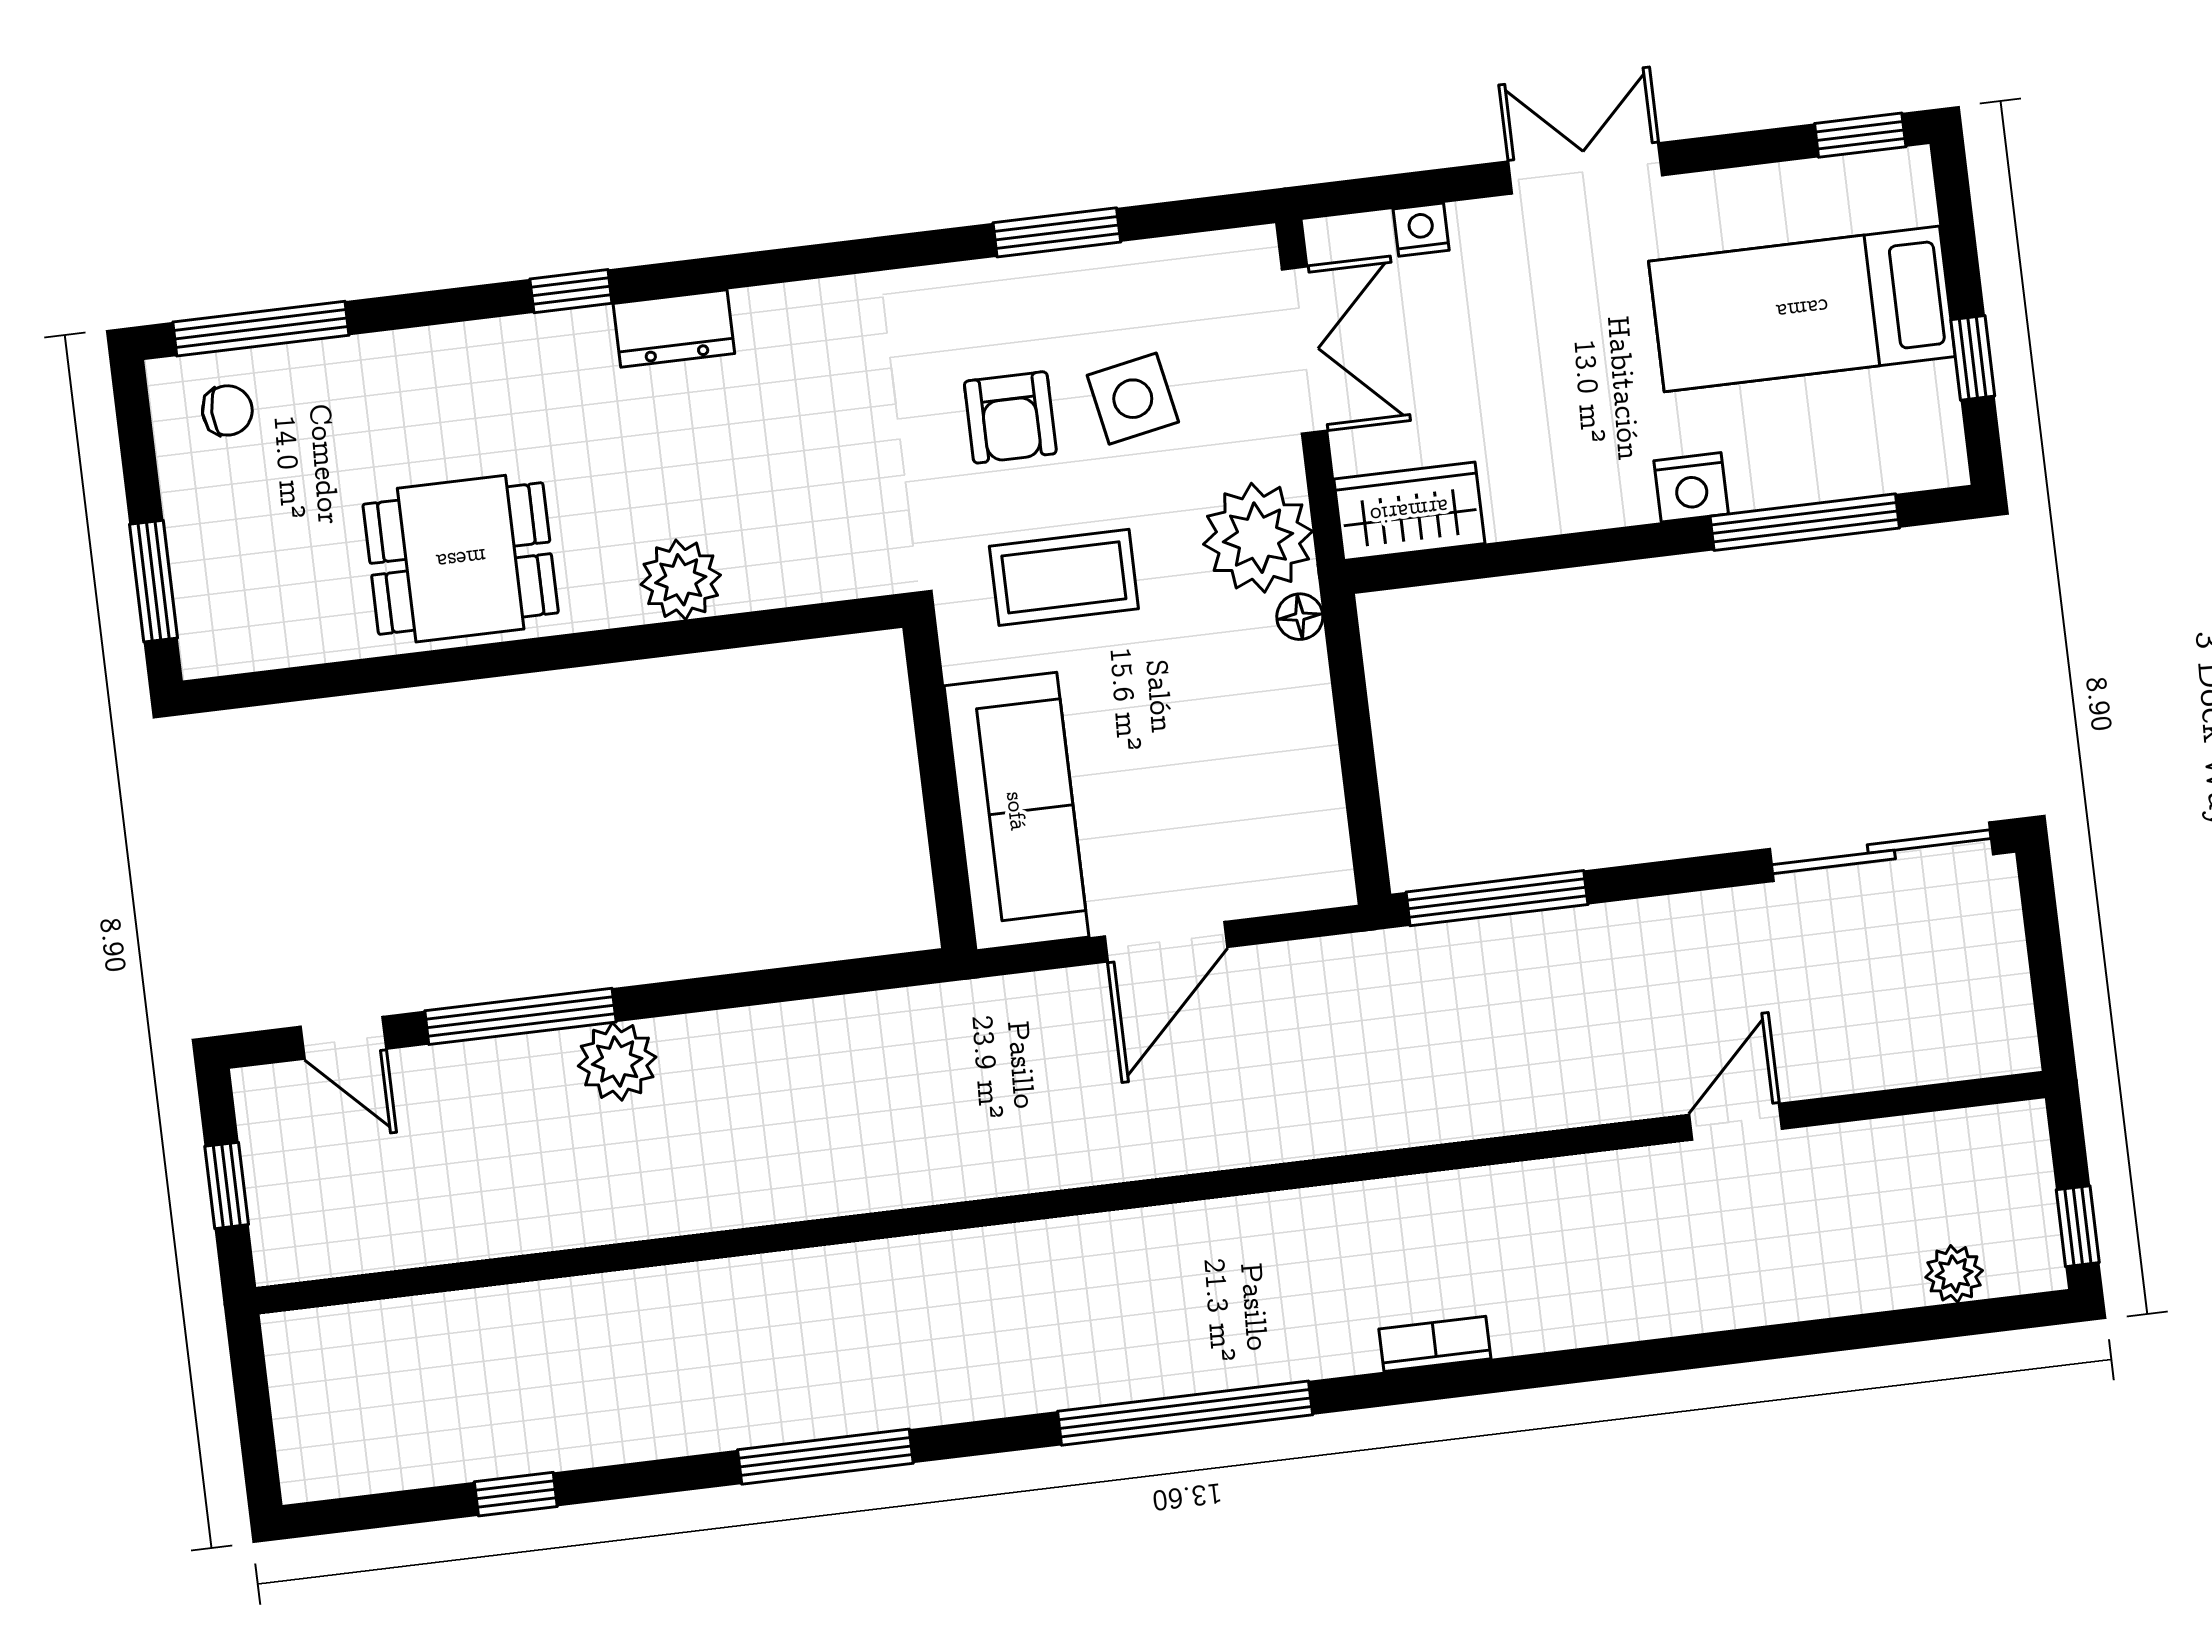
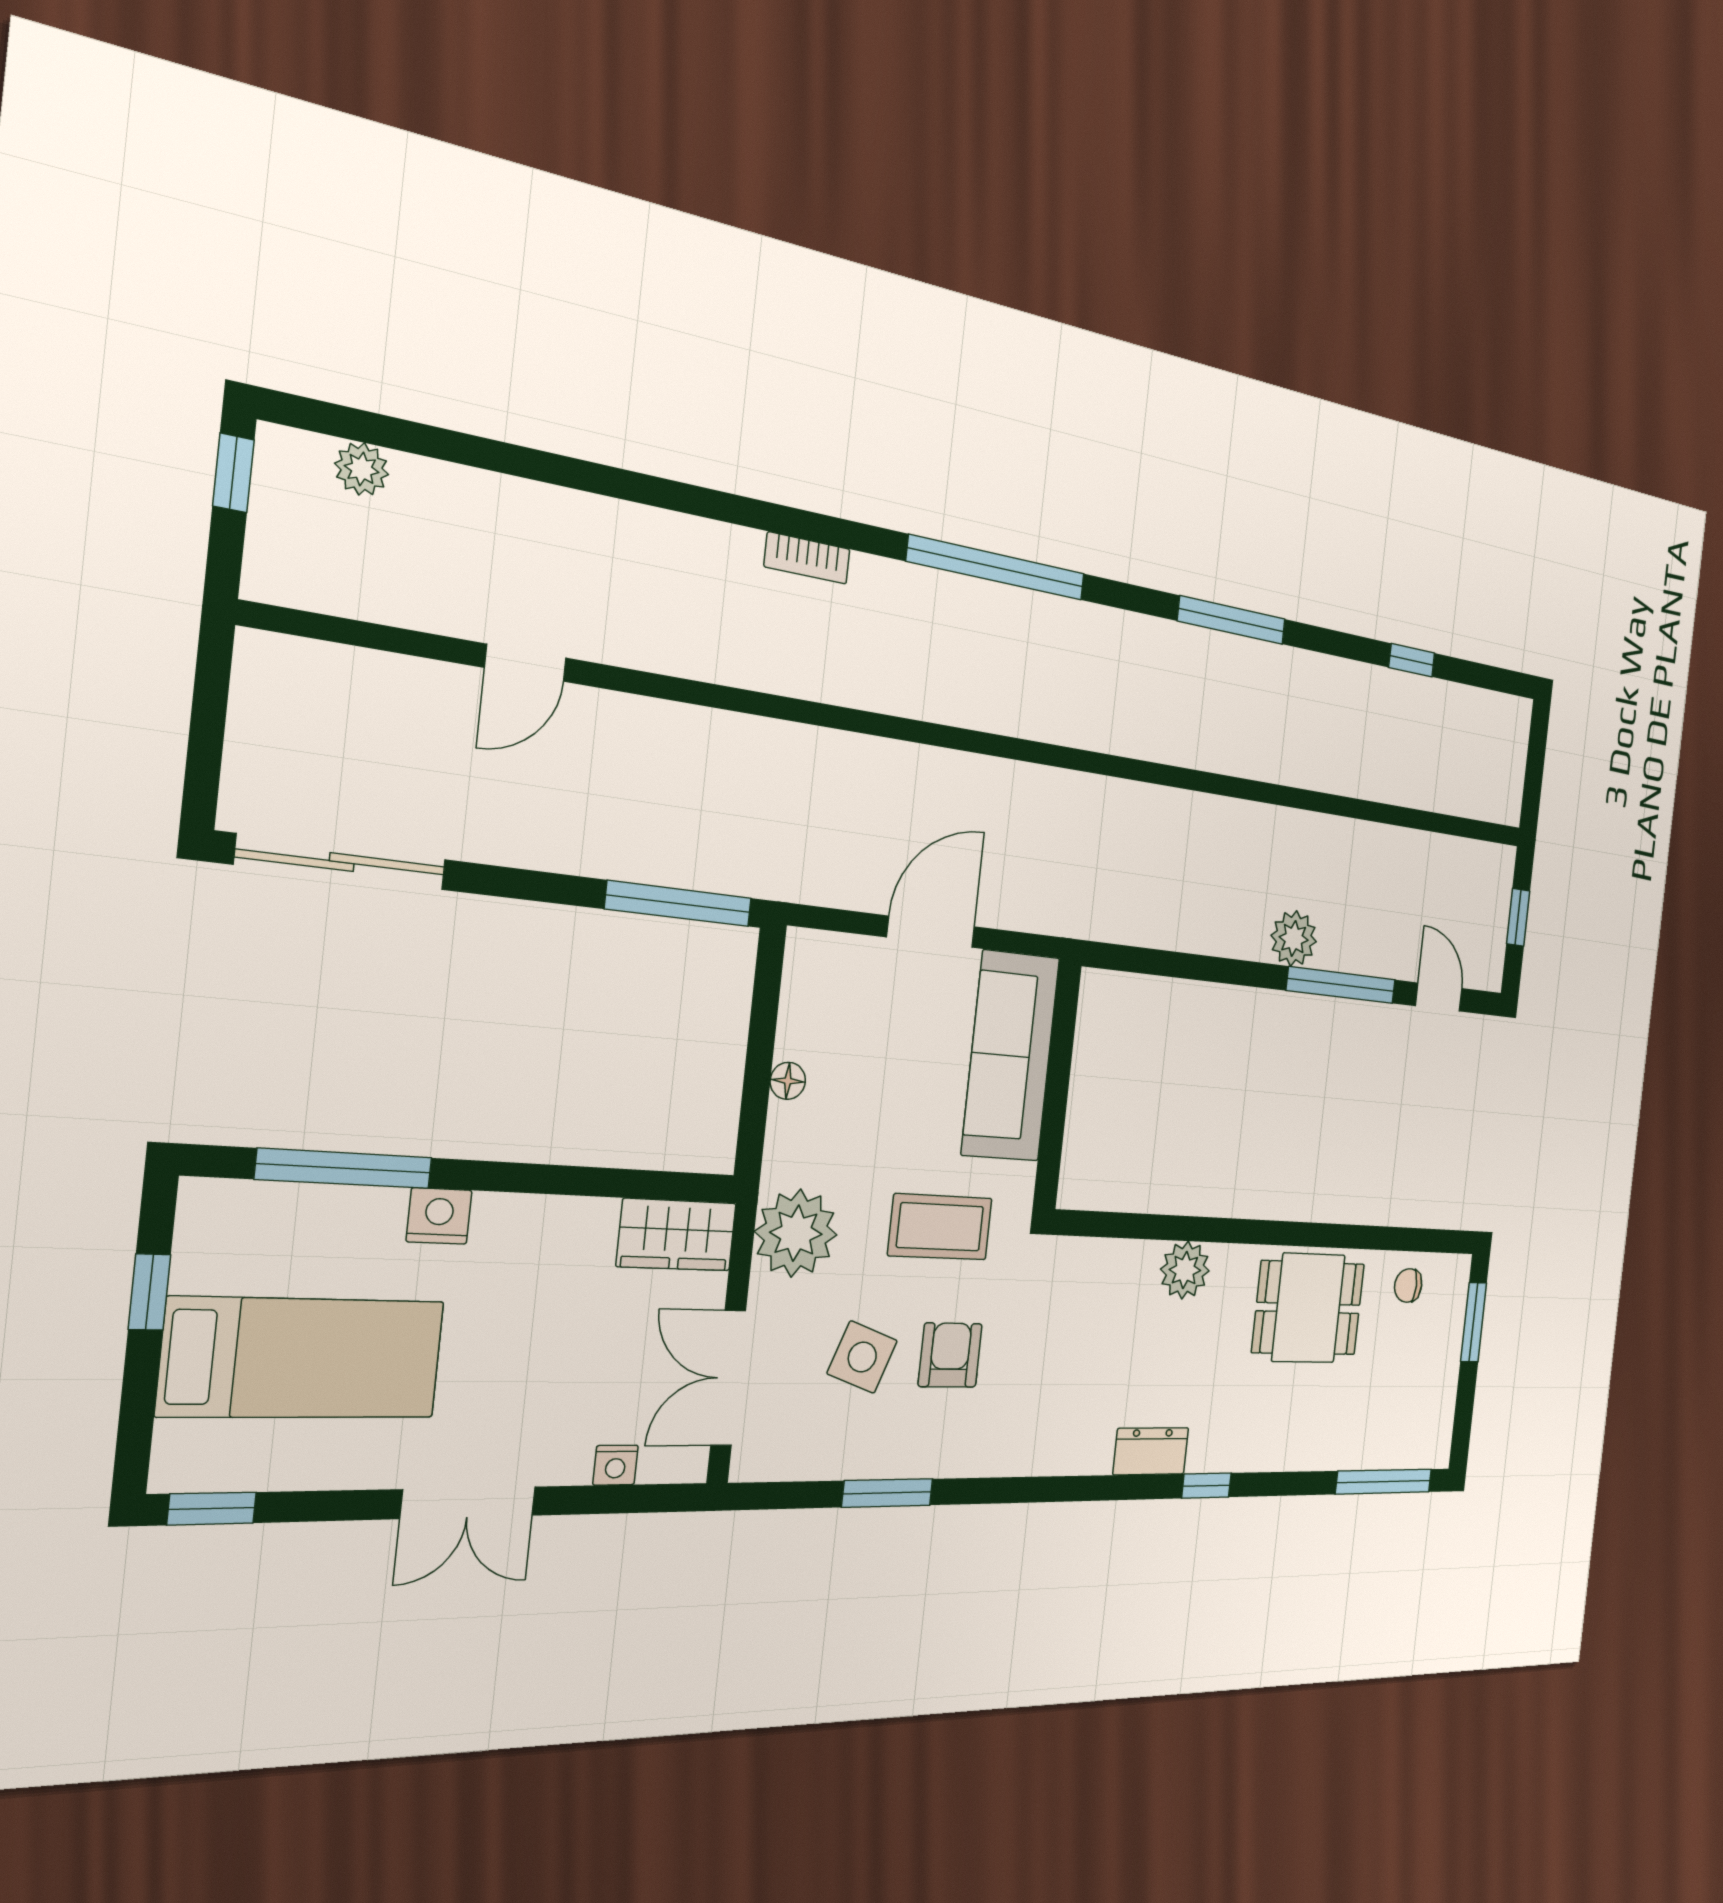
side table: (1133, 399) -> (862, 1357), turned 31
chair: (227, 410) -> (1408, 1285), moved
floor lamp: (1300, 617) -> (788, 1081), moved

